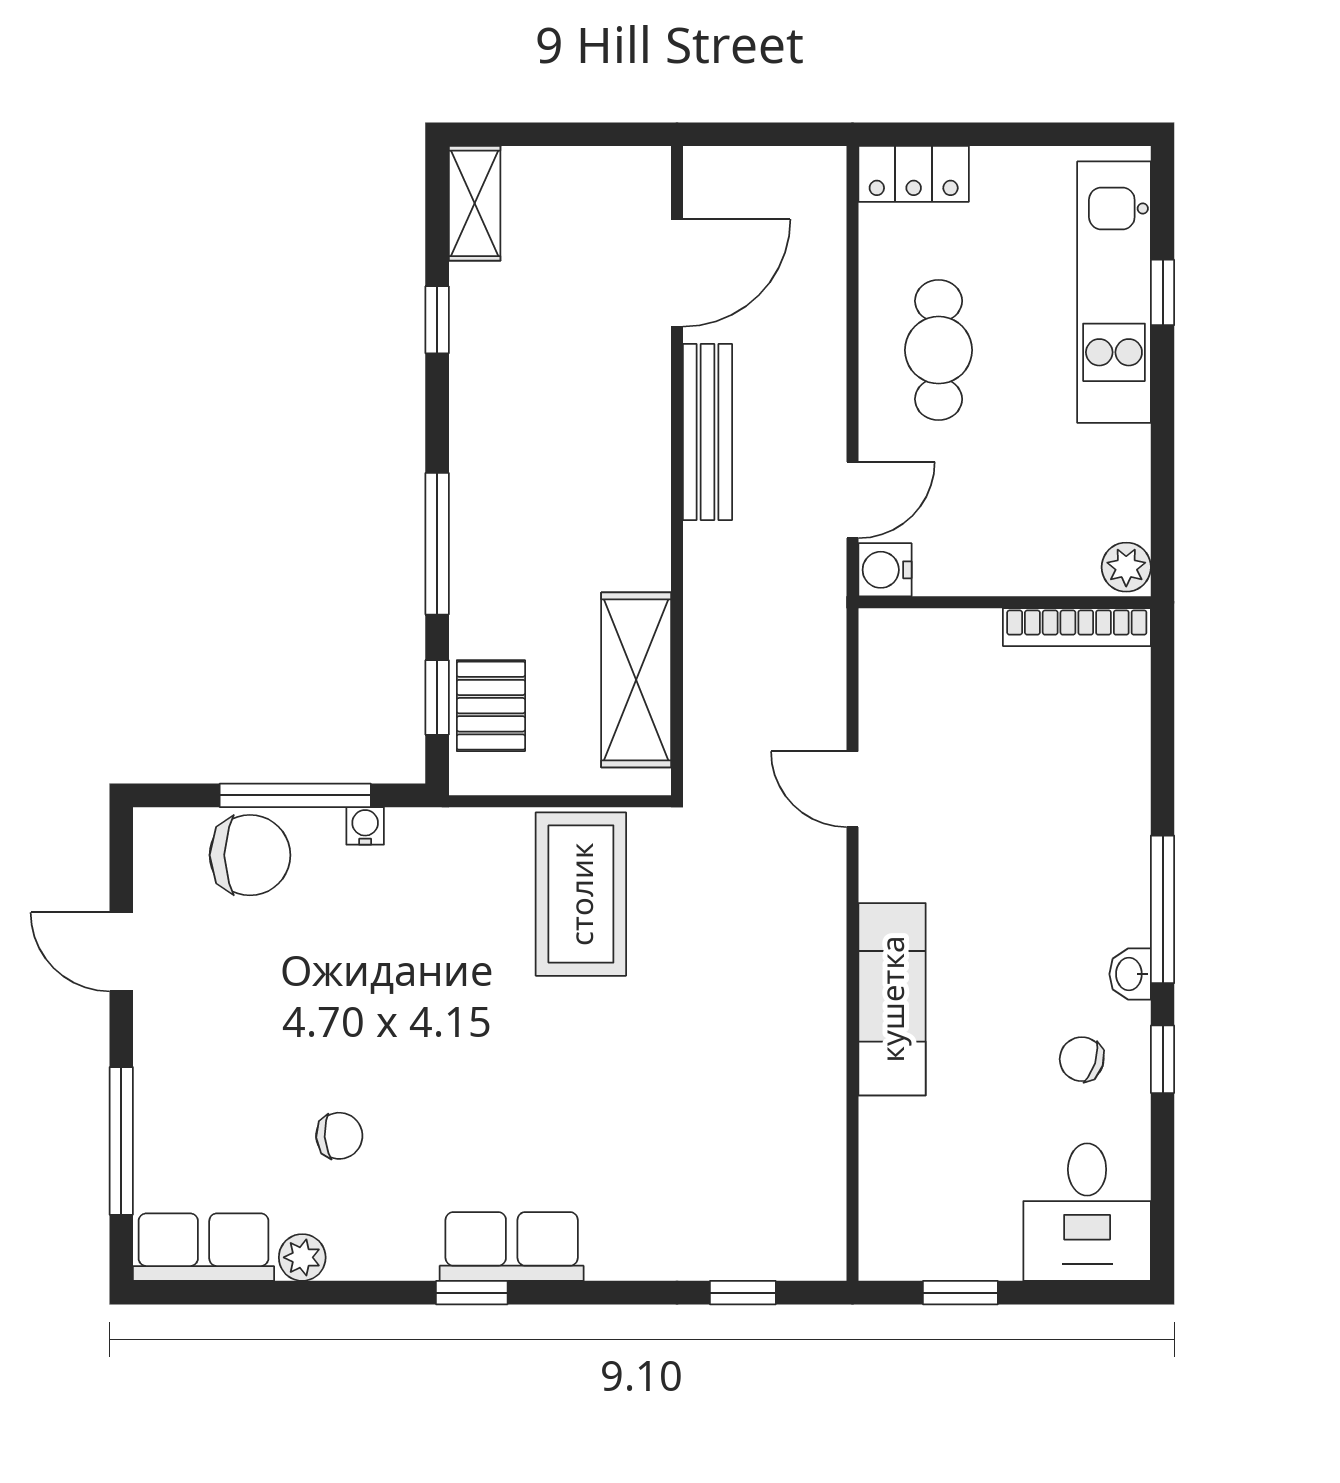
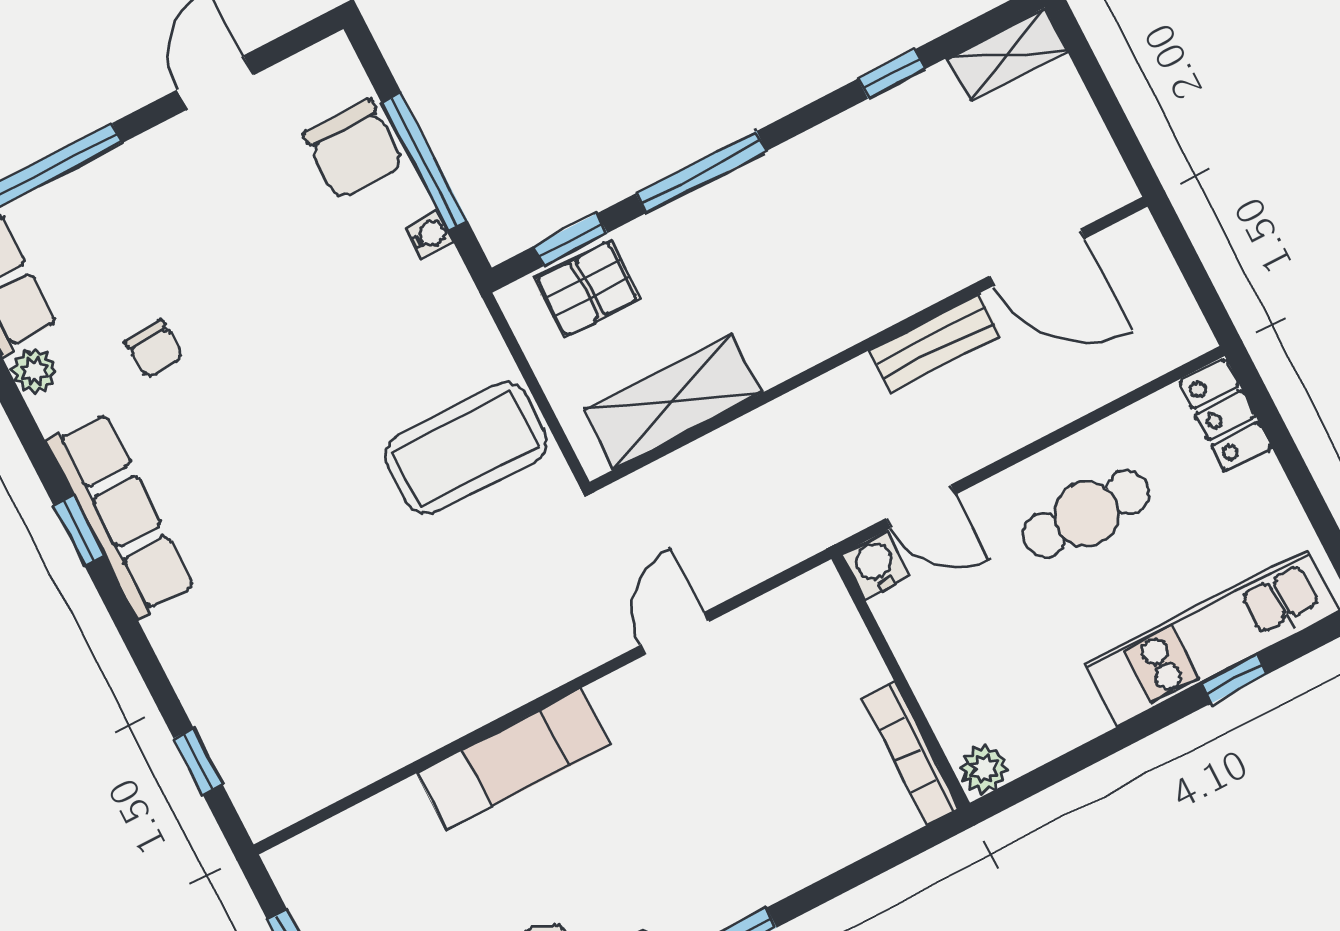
bench: (708, 432) -> (935, 343), width x0.73
row of seats: (512, 1246) -> (121, 515), width x1.48

